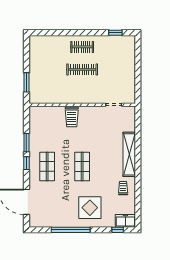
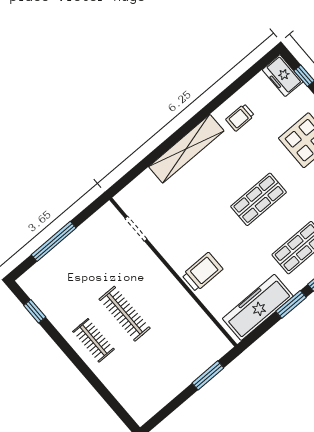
window: (138, 66) -> (54, 241), added
freezer: (37, 128) -> (258, 307), added

